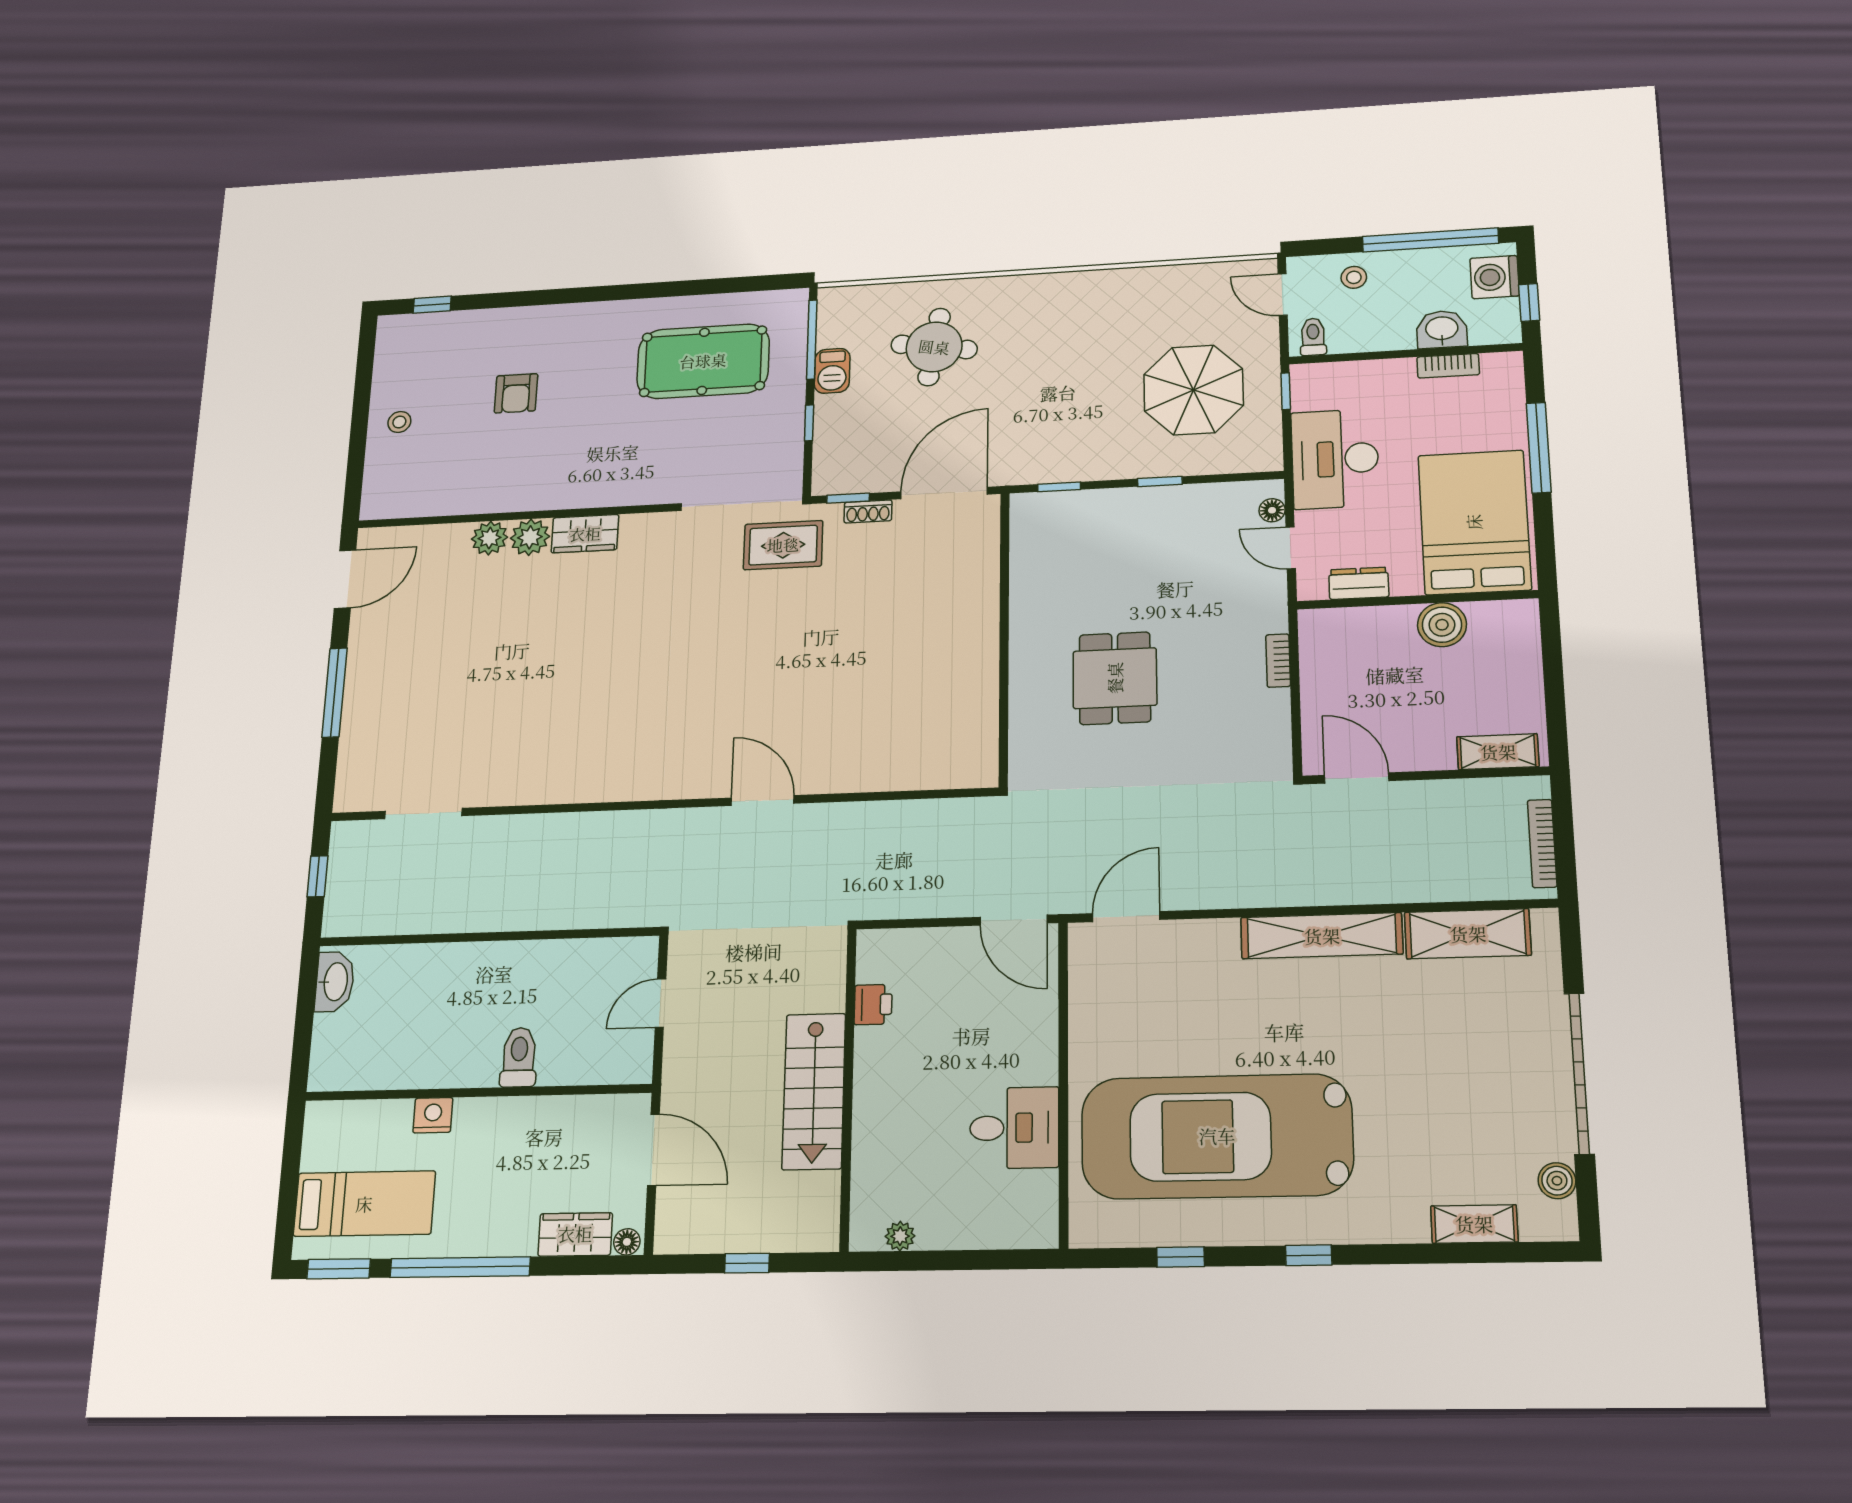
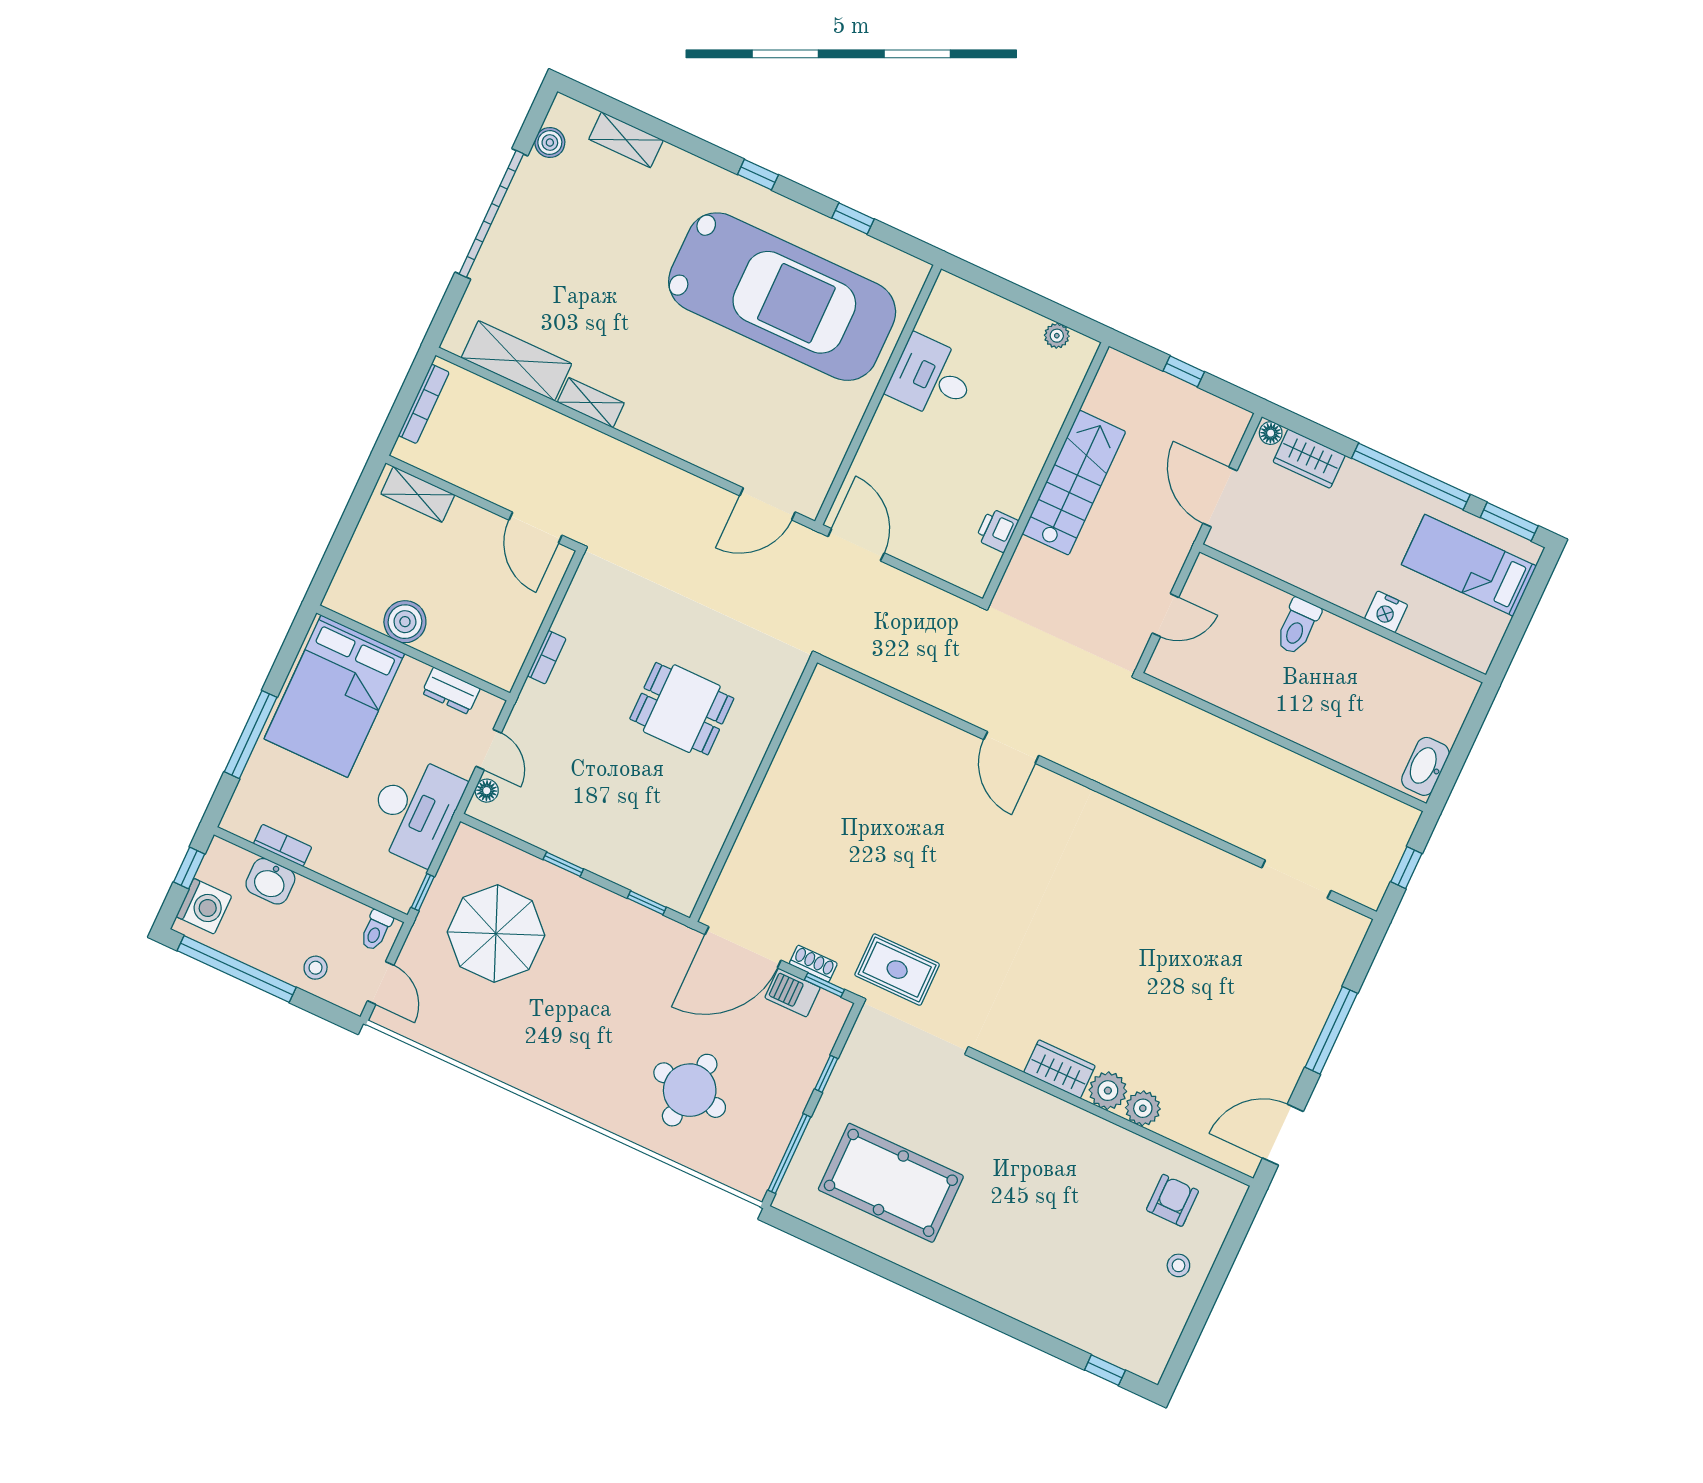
barbecue: (832, 371) -> (793, 993), moved, turned -90
armchair: (516, 393) -> (1172, 1200), moved
dining table: (1115, 678) -> (682, 709), turned 90
shelving: (1322, 936) -> (591, 403), width x0.45, depth x0.75

